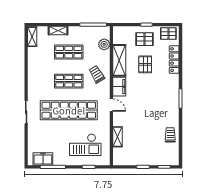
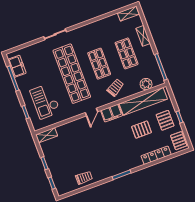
shelving: (119, 60) -> (143, 101), width x1.47
shelving: (118, 137) -> (47, 135), moved

